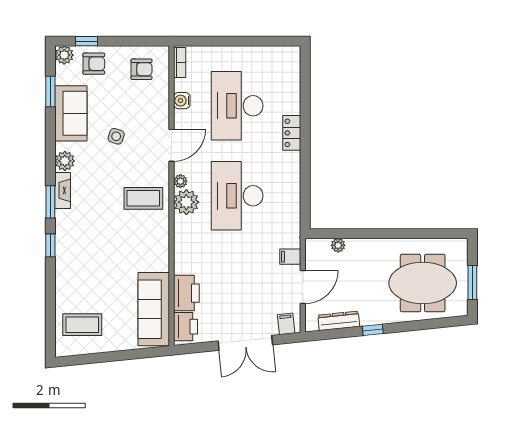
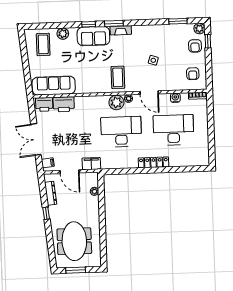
sofa: (71, 113) -> (93, 36), moved
locker: (292, 133) -> (153, 162), width x1.53
plant: (65, 161) -> (63, 34), moved
filing cabinet: (290, 257) -> (91, 164), width x2.00

